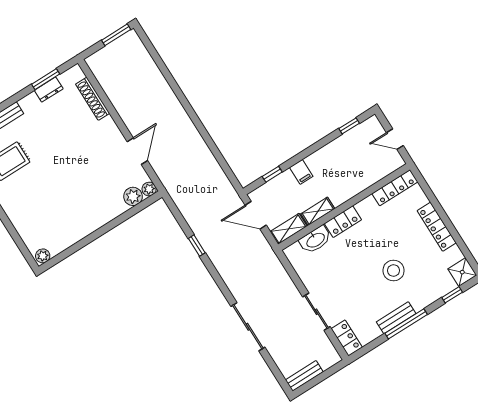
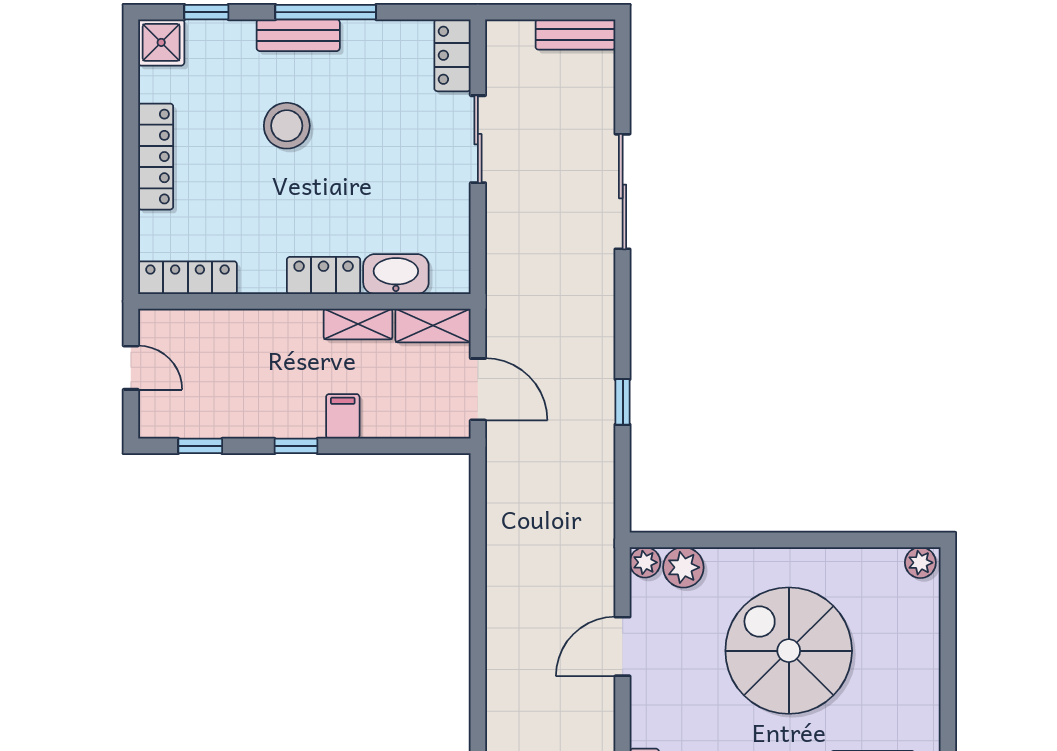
window: (272, 174) -> (296, 446), moved
spiral stairs: (72, 190) -> (789, 651), added
bench: (396, 318) -> (298, 35), moved

